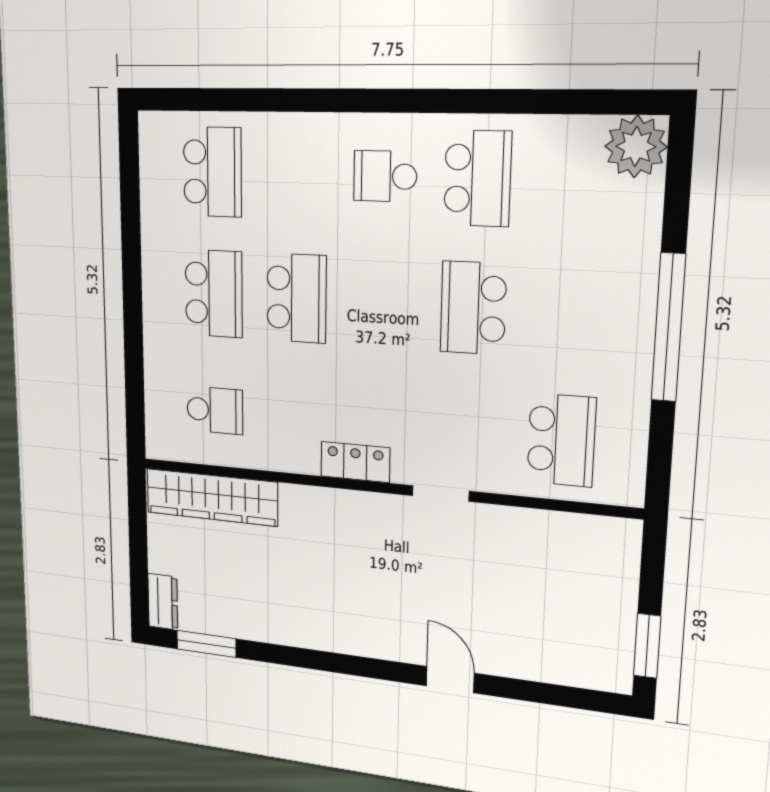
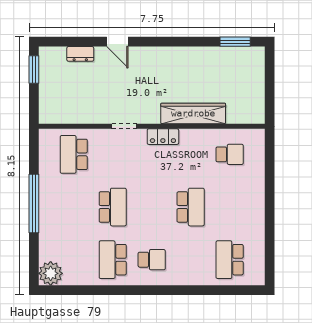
school desk: (214, 294) -> (230, 207), removed
school desk: (296, 298) -> (191, 207), turned 180
school desk: (215, 410) -> (230, 154), turned 180
wardrobe: (212, 497) -> (193, 113), moved
dresser: (163, 602) -> (80, 54), moved, turned -90

